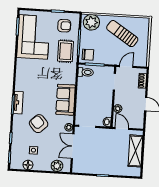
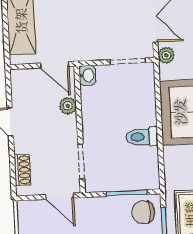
door: (126, 66) -> (60, 196), hinge flipped
toilet: (86, 72) -> (142, 137), moved

